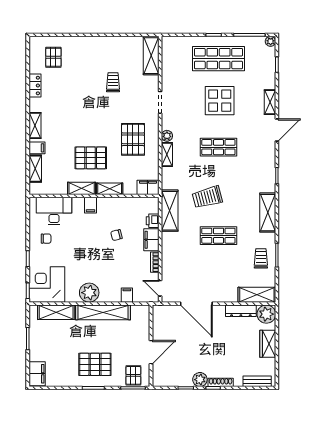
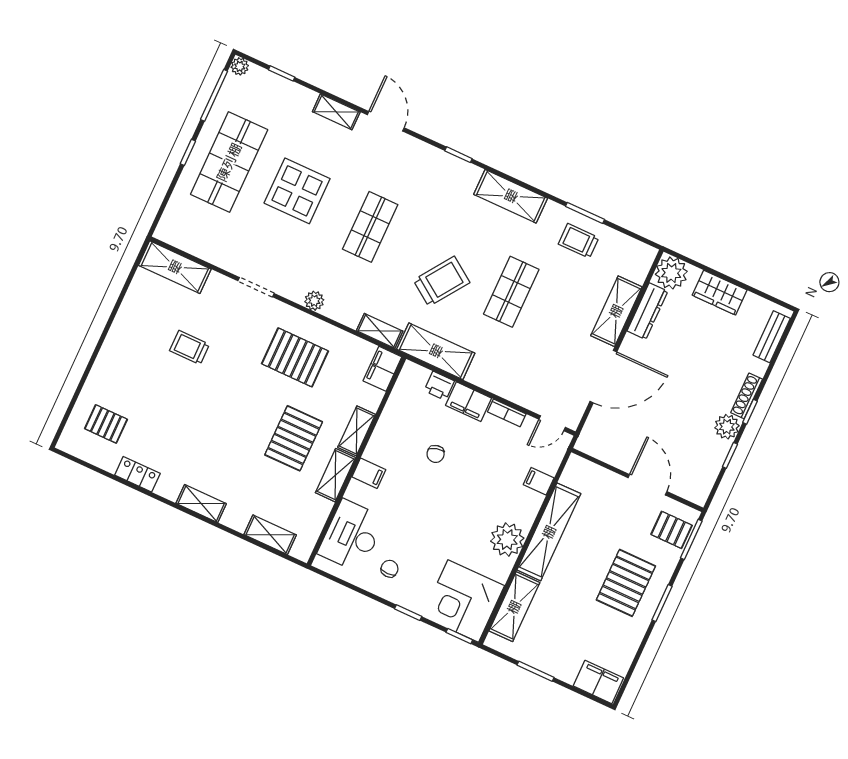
filing cabinet: (37, 148) -> (238, 517), removed
shelving: (167, 154) -> (380, 331), moved
trolley: (207, 197) -> (442, 281), turned -130
shelving: (257, 295) -> (616, 311), moved

